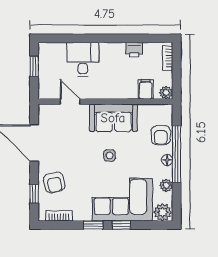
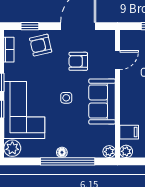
armchair: (161, 135) -> (78, 61), moved
plant: (166, 185) -> (109, 152), moved

